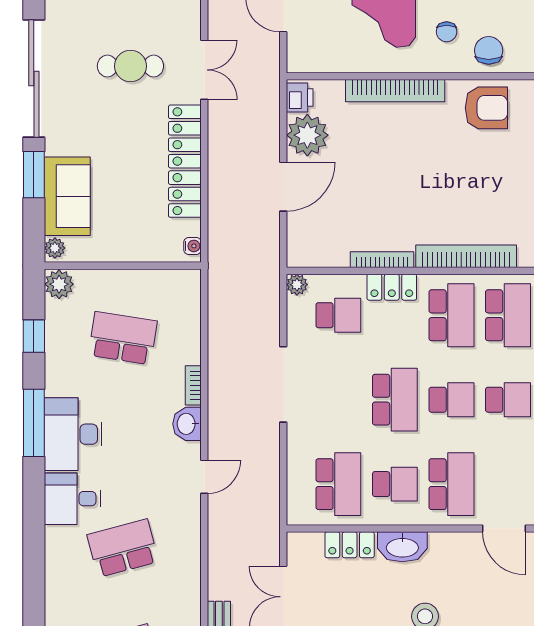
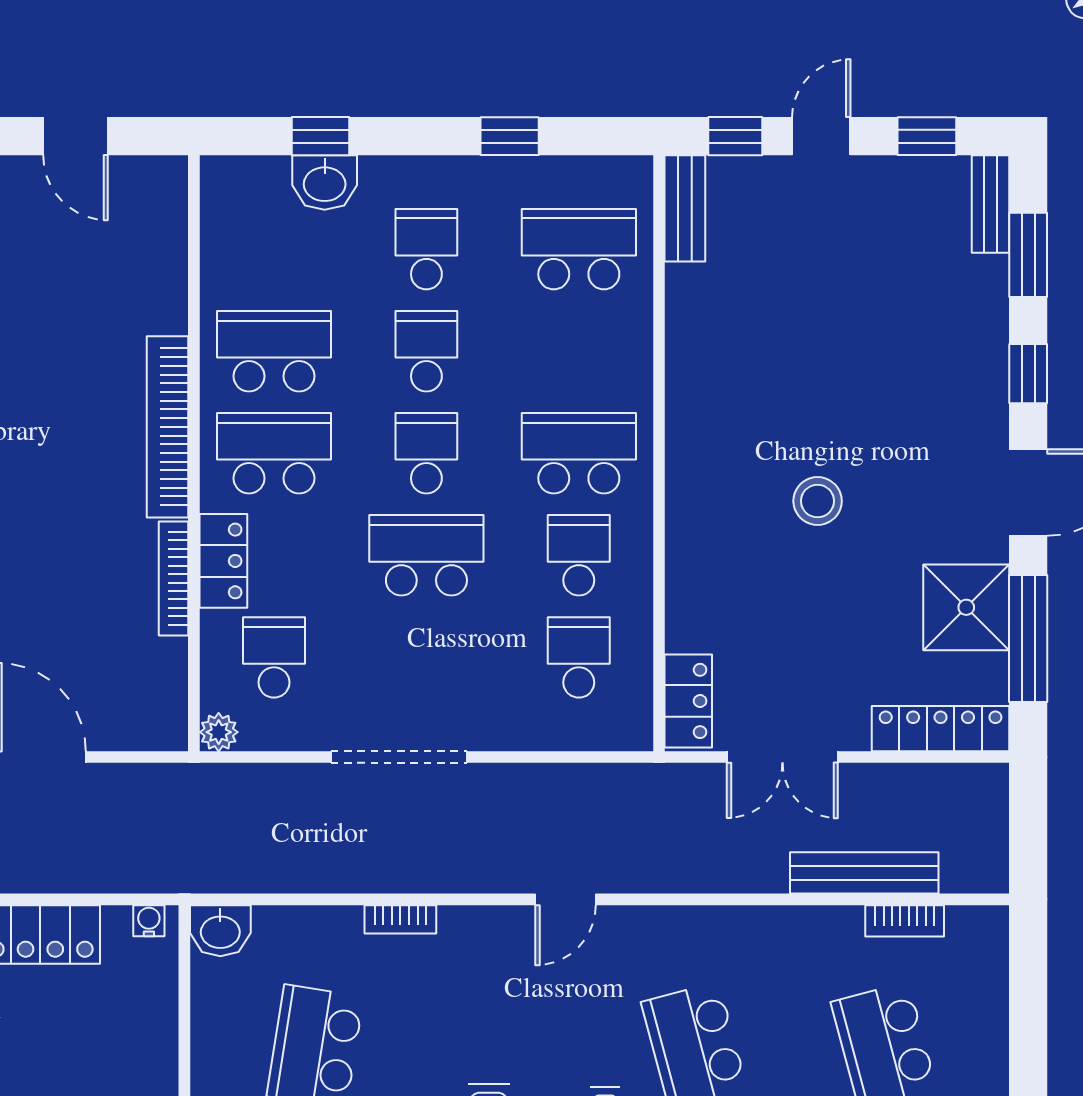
washbasin: (187, 424) -> (220, 931), moved
door: (204, 477) -> (566, 899), swing flipped
school desk: (338, 484) -> (579, 657), width x0.54
door: (504, 528) -> (659, 358), removed
locker: (350, 545) -> (688, 701), moved
washbasin: (402, 547) -> (692, 542), removed

